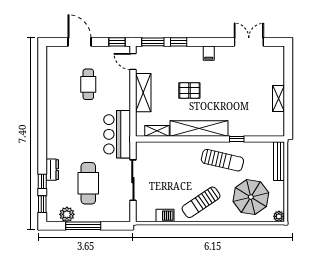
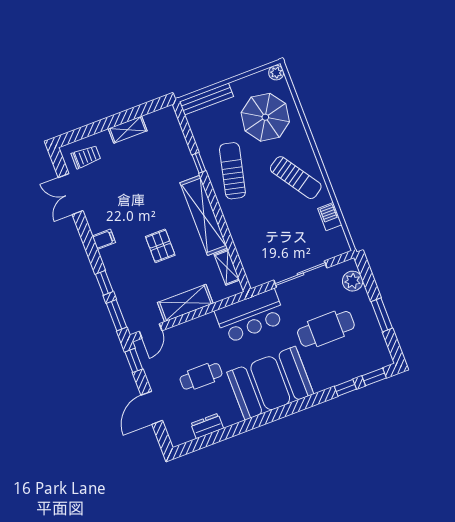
trolley: (271, 62) -> (86, 157), added
booth: (65, 130) -> (270, 383), added
dresser: (52, 170) -> (207, 426), moved
plant: (67, 214) -> (353, 281), moved
window: (83, 226) -> (382, 315), width x0.69

